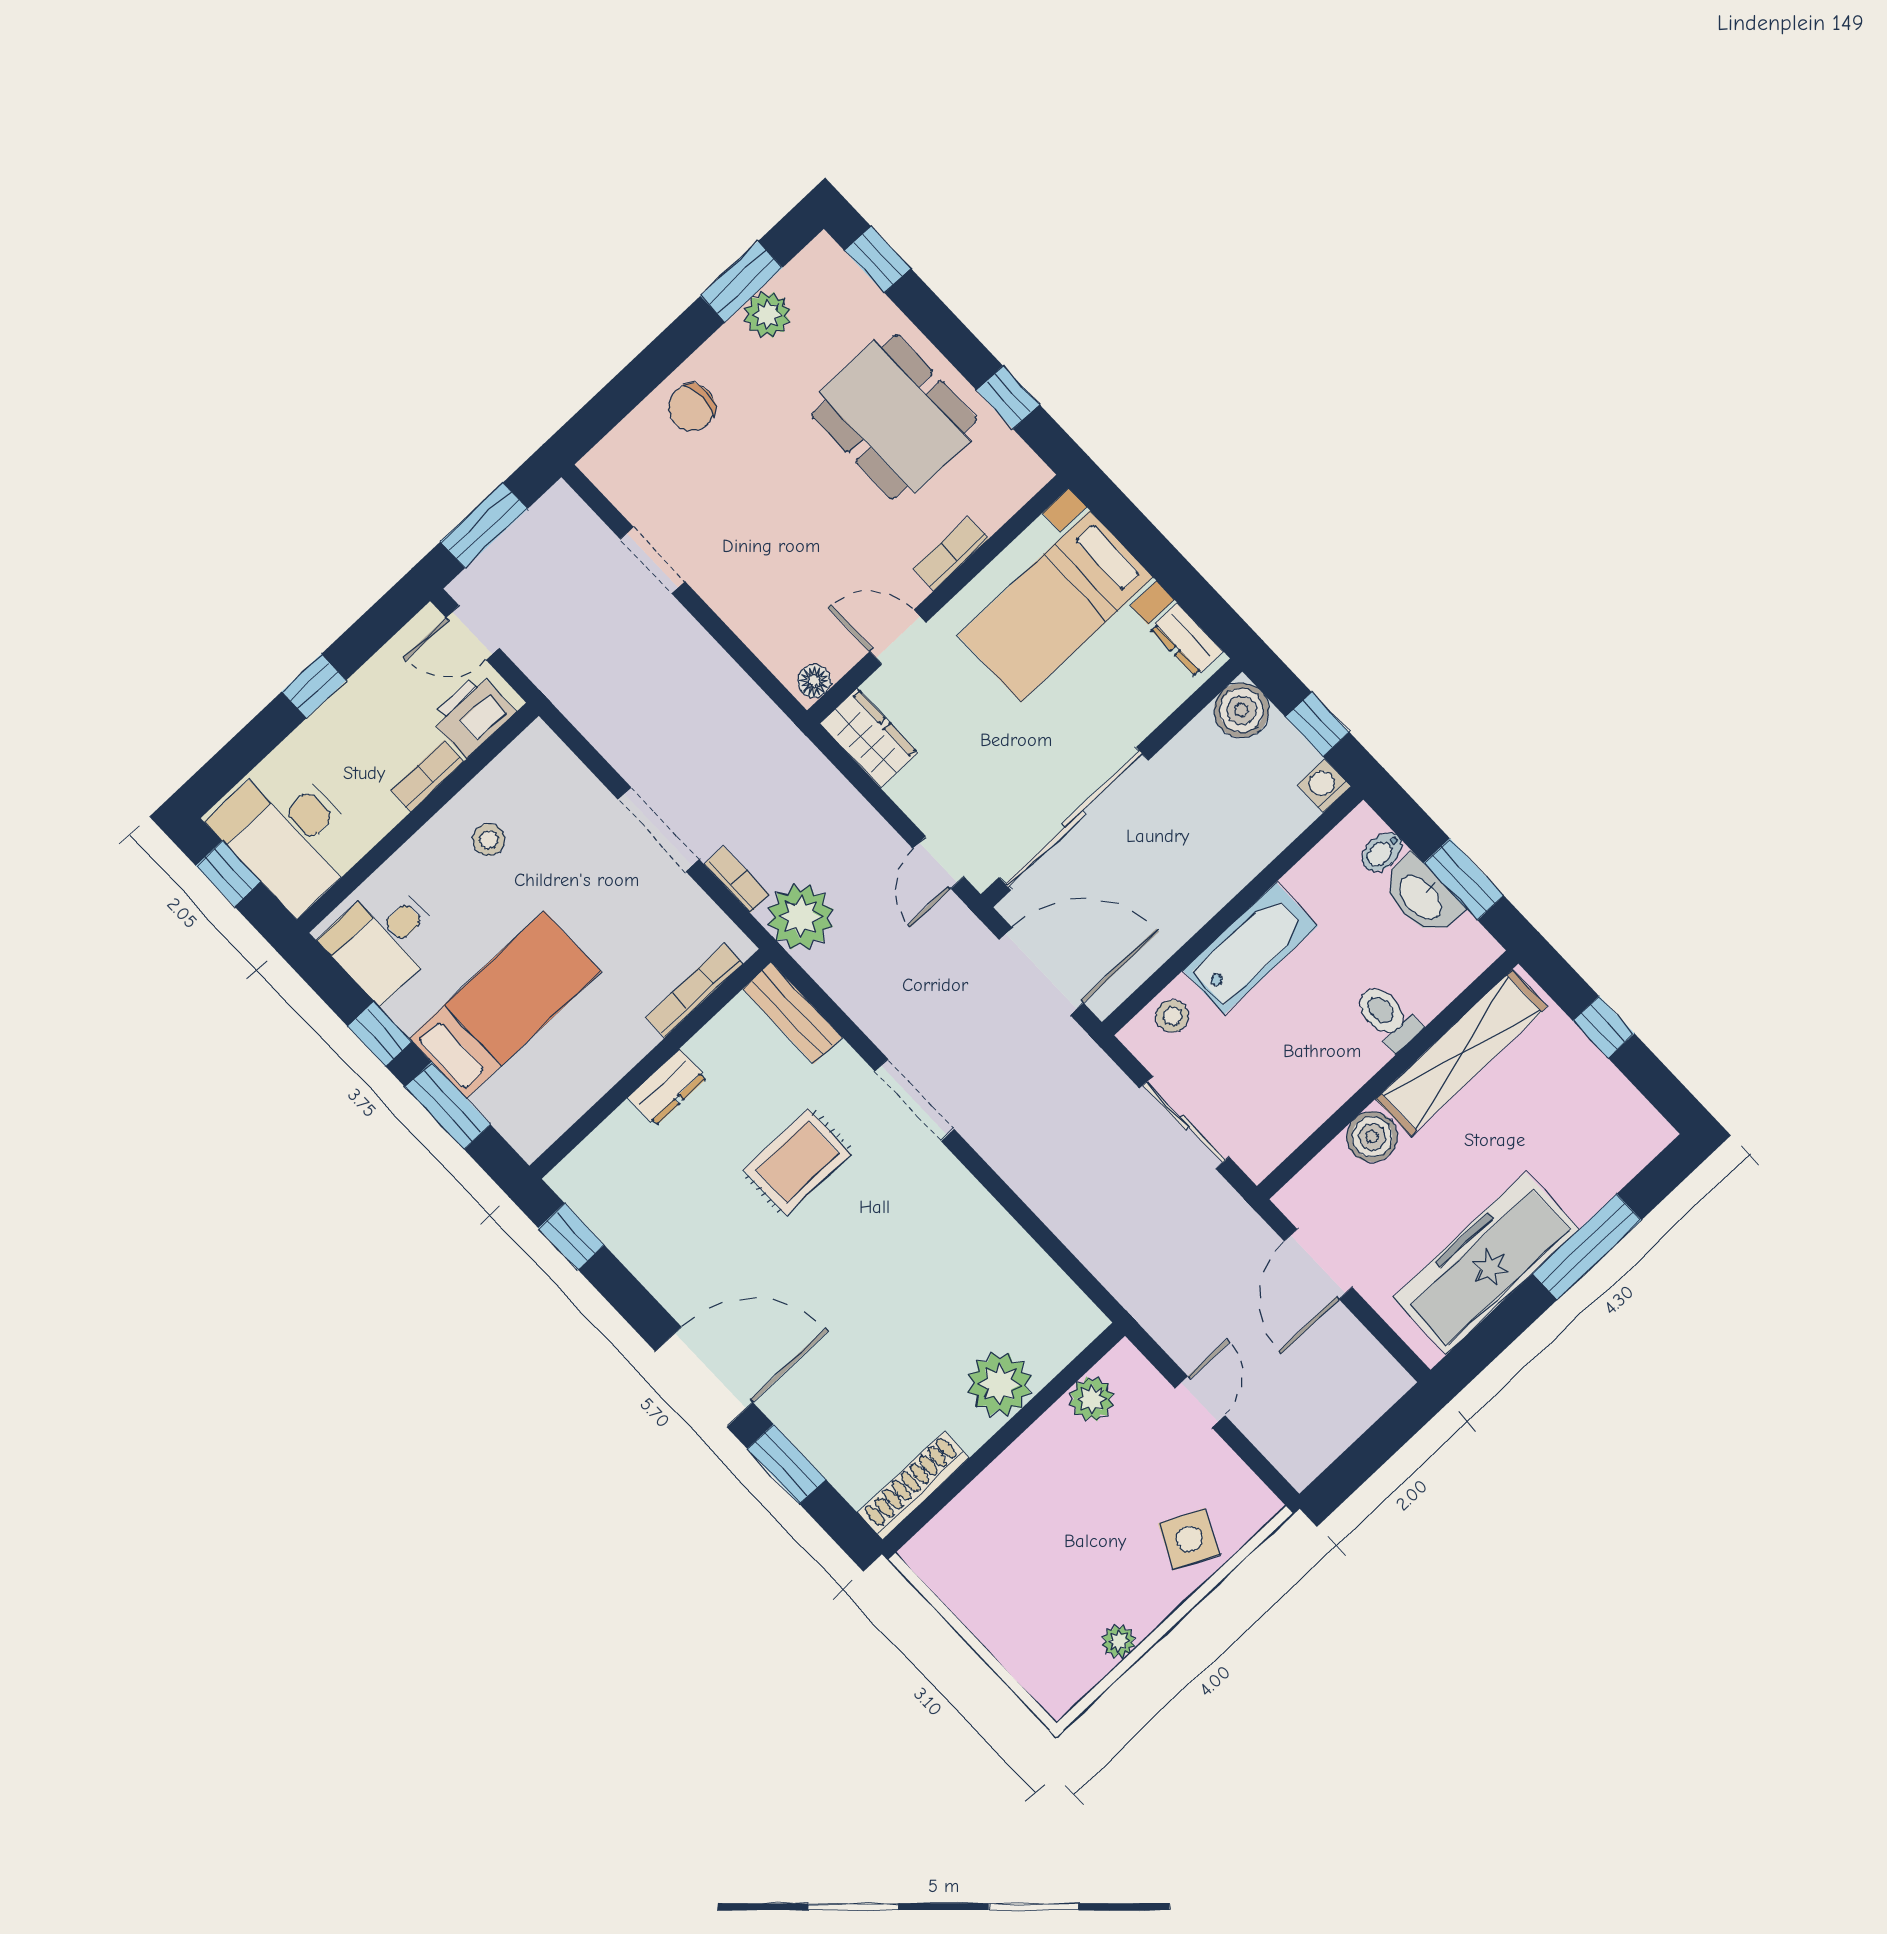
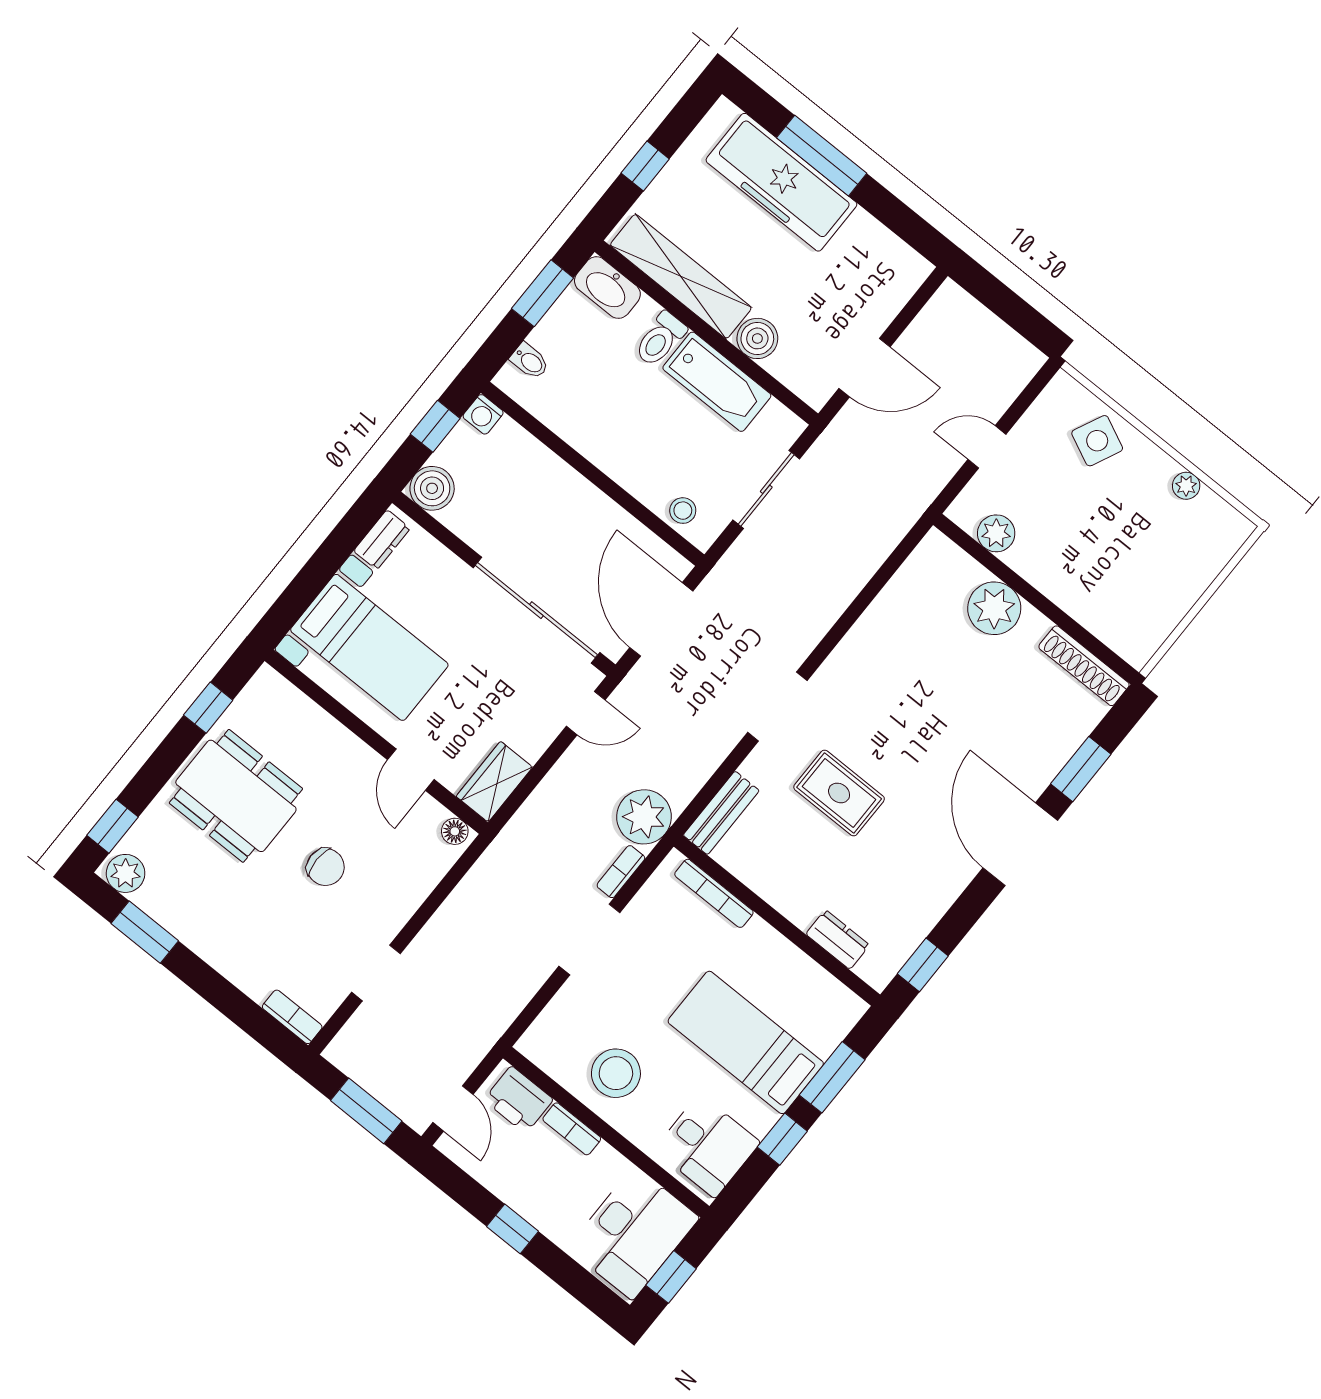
plant: (767, 315) -> (126, 873), moved
chair: (692, 408) -> (326, 867), moved
dining table: (895, 417) -> (236, 796), turned 90
bookcase: (951, 554) -> (292, 1017), moved, turned 180
stool: (489, 840) -> (616, 1073), width x1.89, depth x1.89
washbasin: (1421, 896) -> (607, 288), moved, turned 90
bathtub: (1250, 948) -> (717, 382), moved, turned 180
dresser: (667, 1088) -> (838, 940), moved
freezer: (1486, 1263) -> (781, 182), moved

